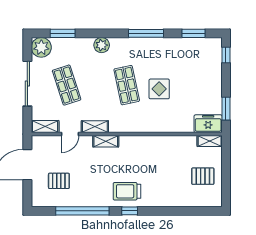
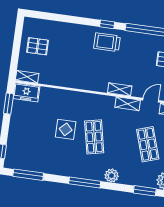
window: (146, 33) -> (85, 182), moved
window: (193, 33) -> (28, 175), width x1.44
trolley: (127, 191) -> (107, 42), turned 180

